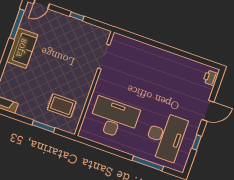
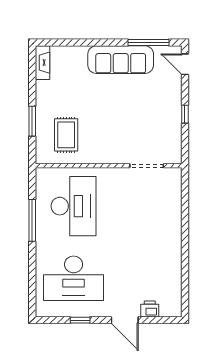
sofa: (22, 48) -> (121, 60), width x1.36
printer: (211, 78) -> (150, 309), moved
window: (148, 163) -> (32, 220), moved

